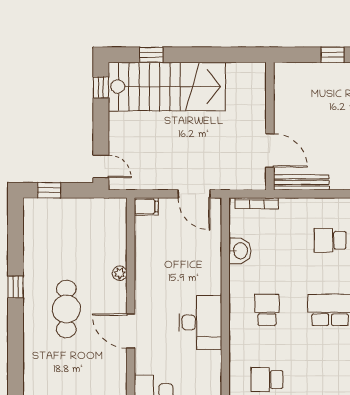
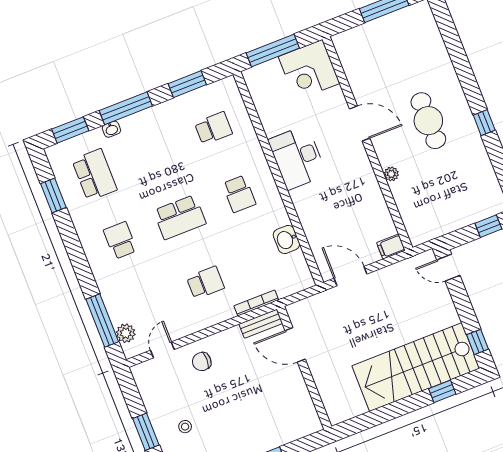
bench: (301, 182) -> (261, 324), width x0.73
bookcase: (257, 203) -> (256, 303), moved

